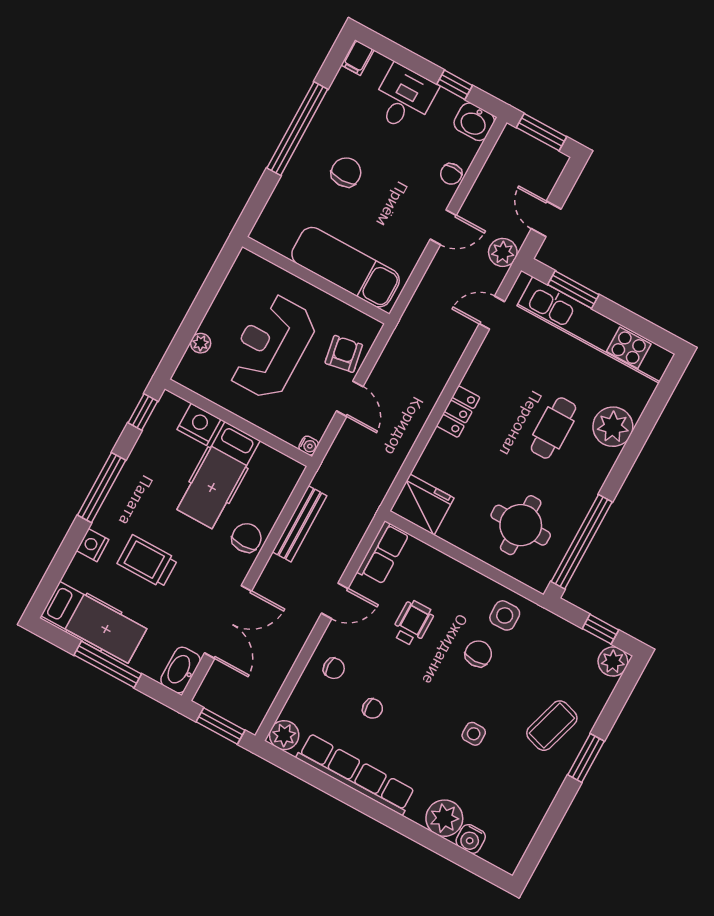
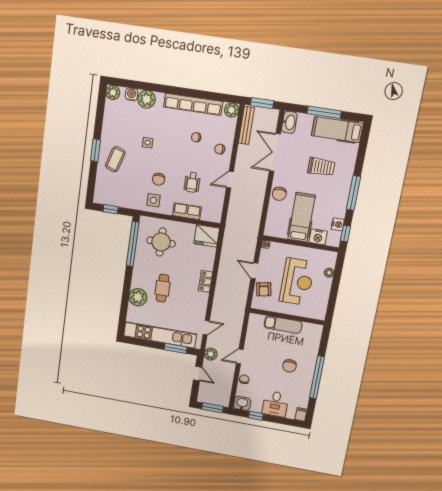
exam couch: (346, 267) -> (283, 325), width x0.73, depth x0.69
bench: (300, 524) -> (246, 125), moved
nightstand: (93, 545) -> (338, 224), moved
row of seats: (383, 553) -> (187, 211), moved, turned 90
plant: (613, 662) -> (113, 93), moved

